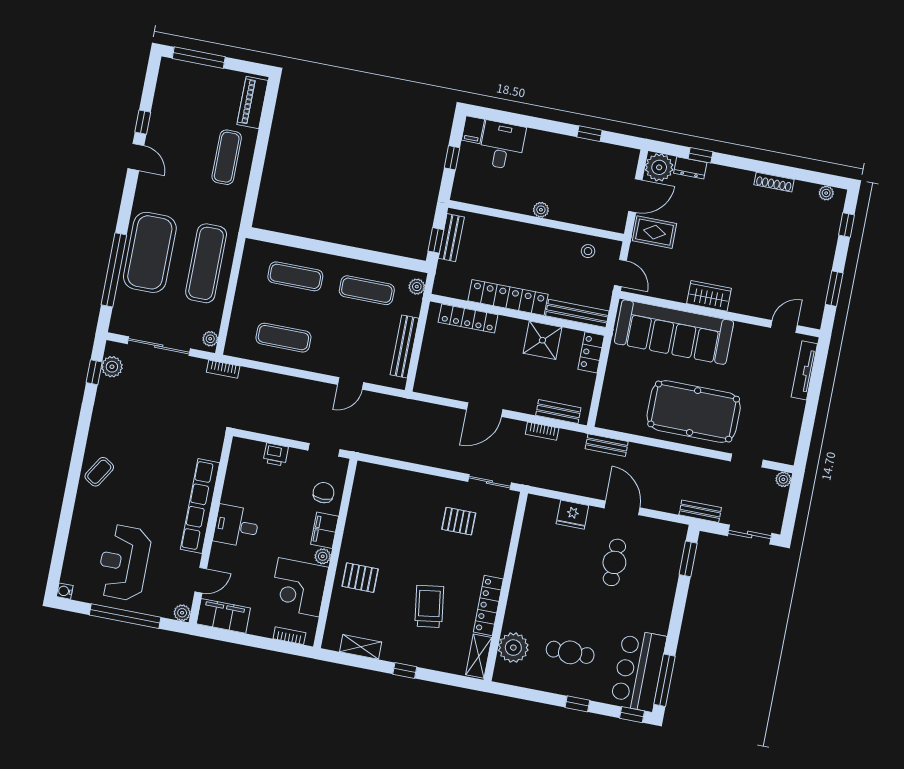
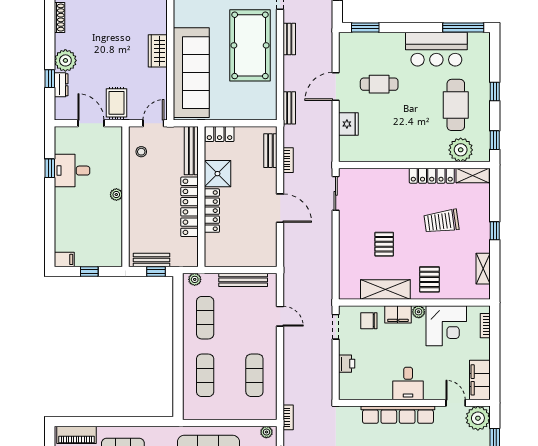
desk: (502, 145) -> (72, 171), moved
plant: (659, 167) -> (65, 60), moved
locker: (468, 319) -> (212, 211), moved
bench: (700, 511) -> (289, 39), moved
shelving: (358, 521) -> (385, 289), added
pallet: (459, 521) -> (384, 244), moved
plant: (182, 613) -> (478, 418), width x1.87, depth x1.87
cafe table: (570, 652) -> (456, 105), width x1.37, depth x1.35
bar counter: (639, 670) -> (436, 49), moved
window: (632, 715) -> (495, 140), moved

